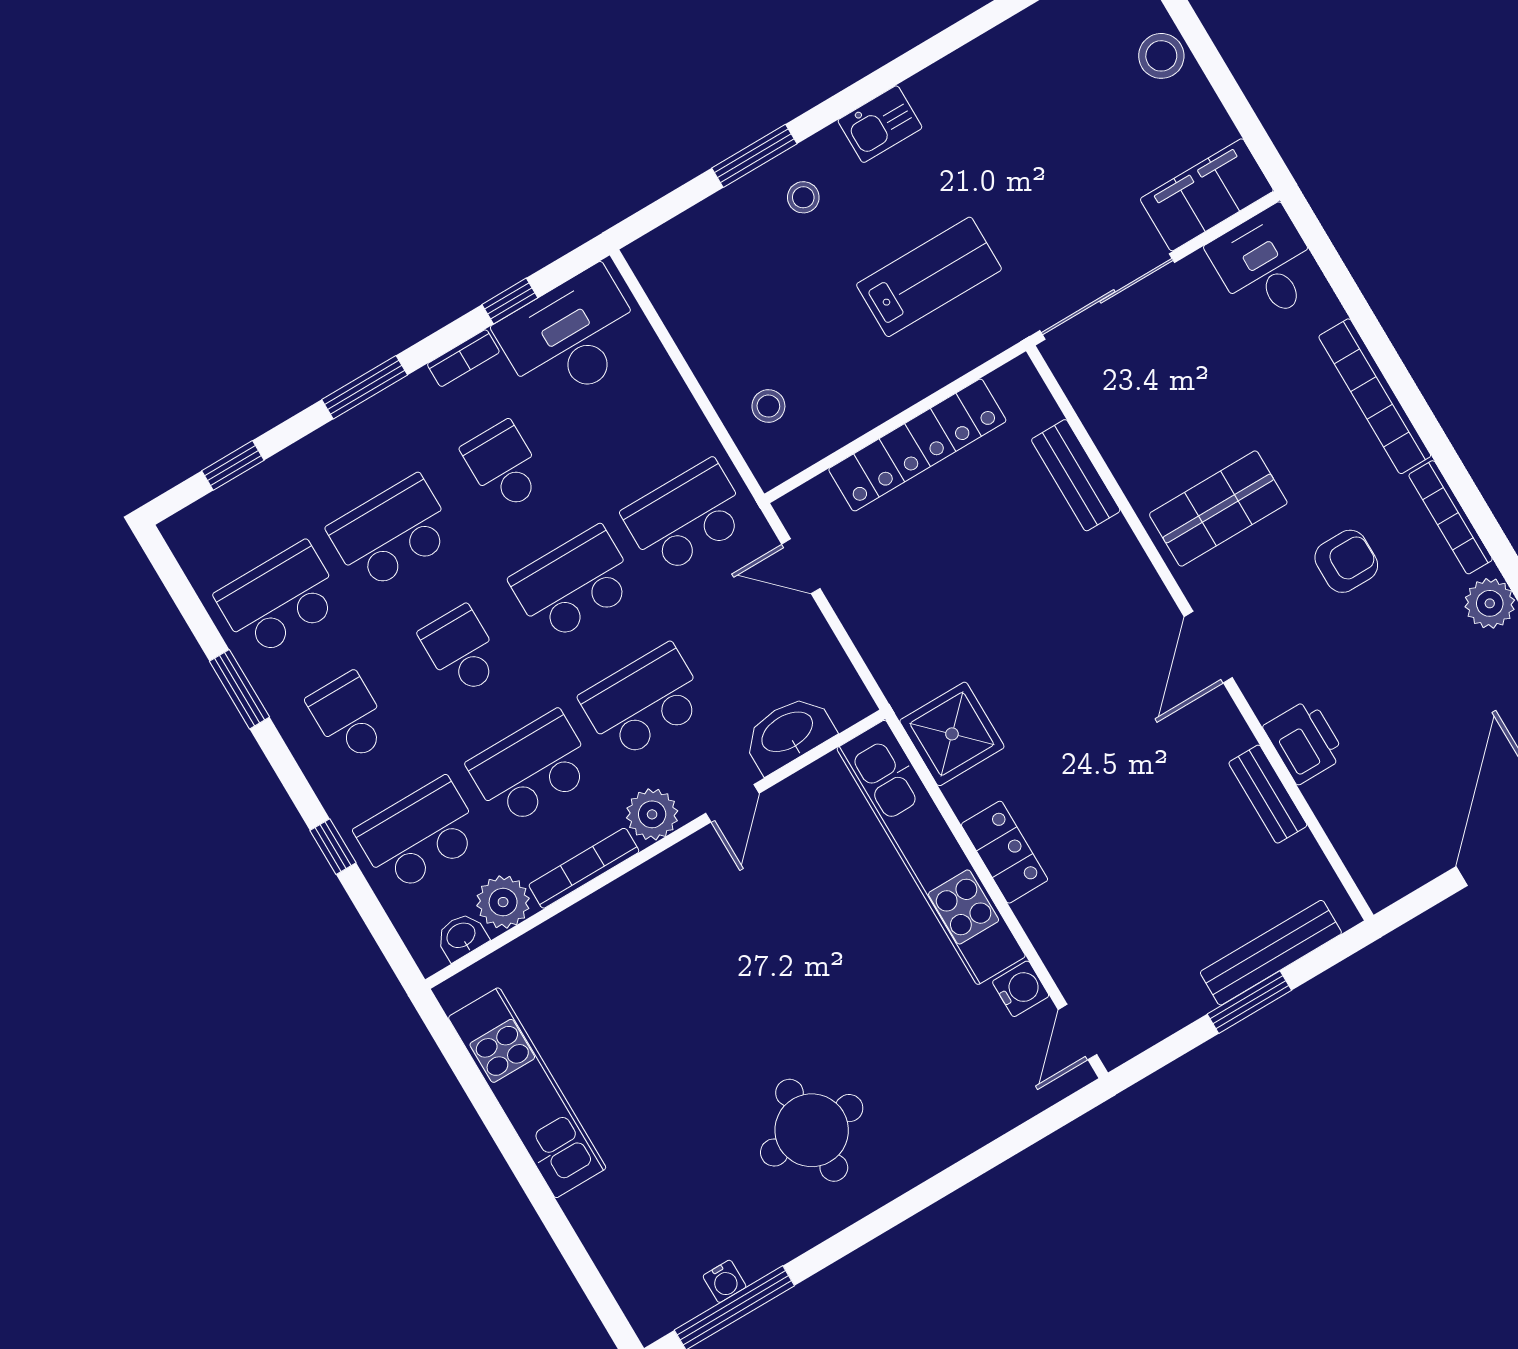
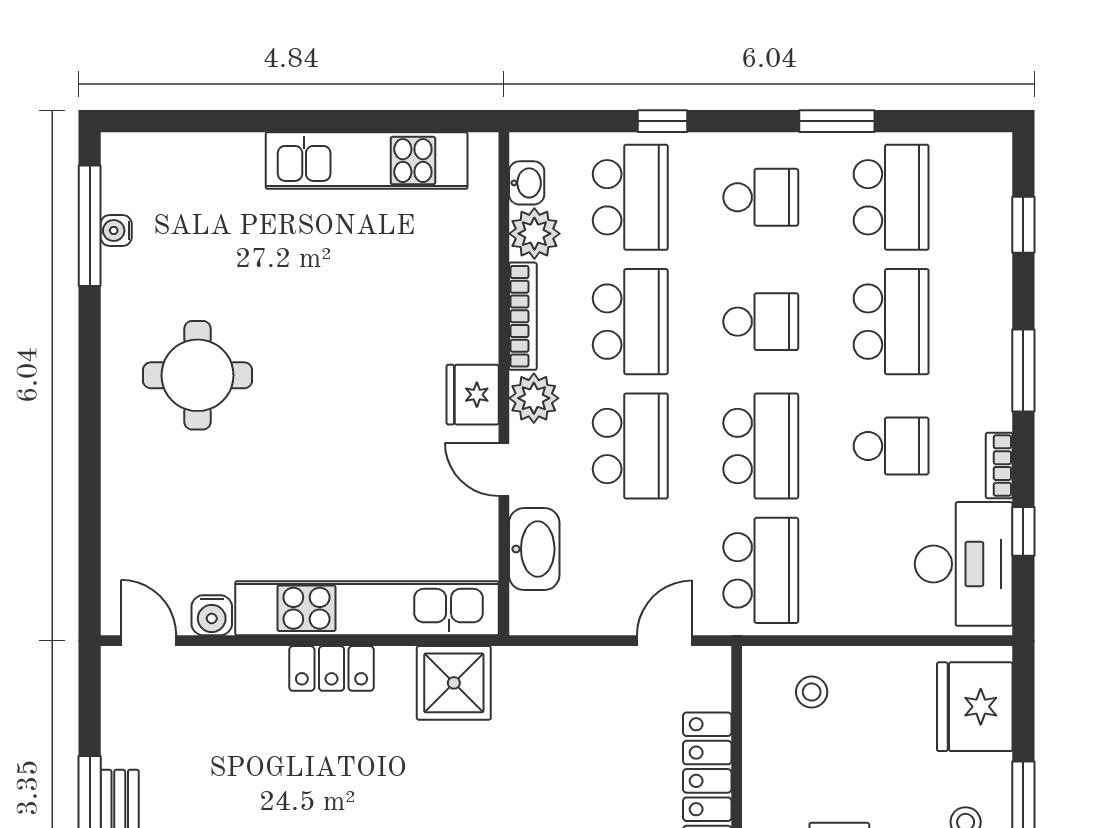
fridge: (694, 251) -> (975, 707), added
fridge: (682, 872) -> (473, 395), added

